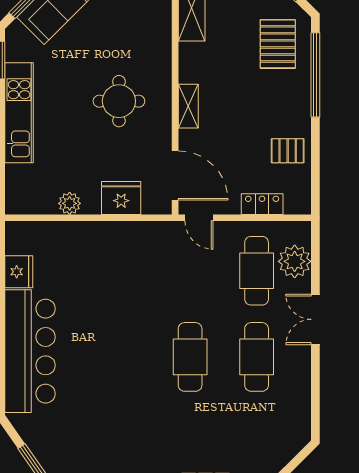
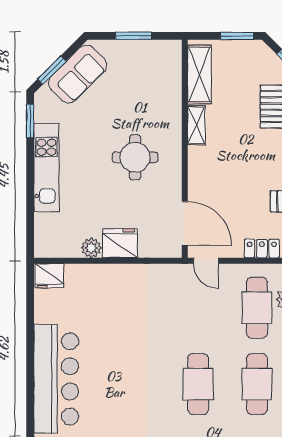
shelving: (188, 106) -> (196, 125), moved
fridge: (121, 198) -> (120, 243), moved
fridge: (19, 272) -> (49, 276), moved, turned 90

